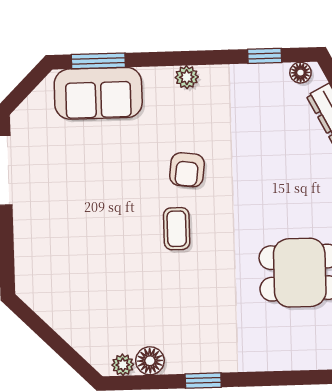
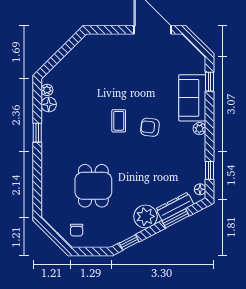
window: (98, 61) -> (210, 82), width x0.67
sofa: (98, 93) -> (192, 98), moved
coffee table: (177, 229) -> (119, 121), turned 90

